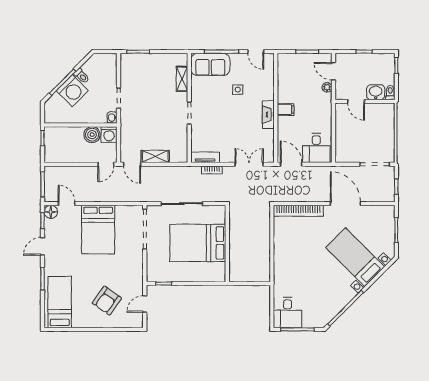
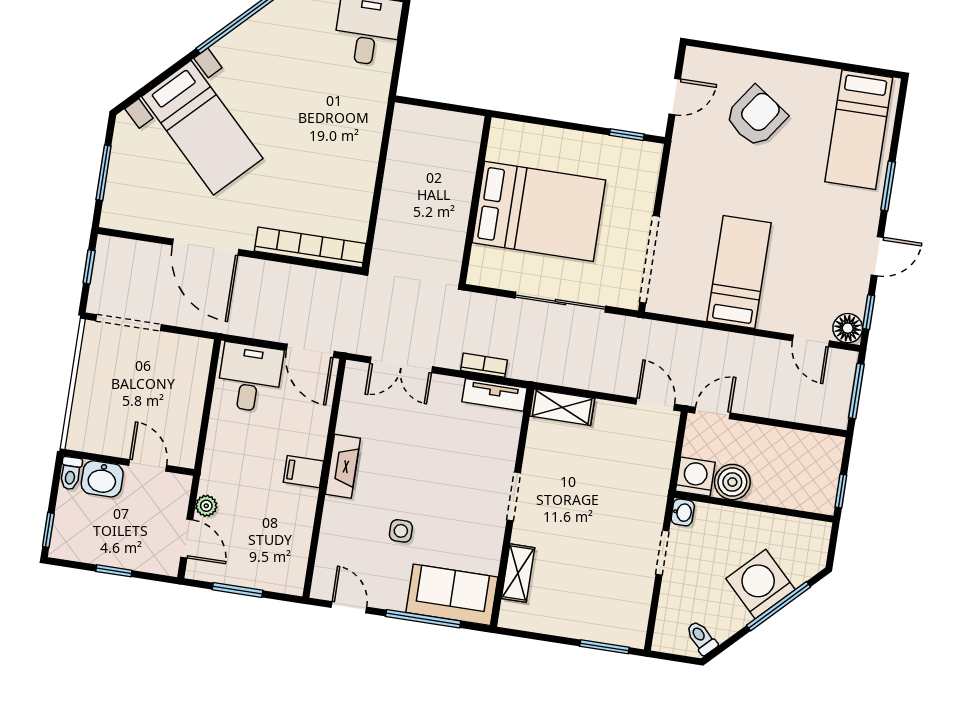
toilet: (82, 76) -> (701, 638), moved
shelving: (155, 156) -> (562, 407), moved
bed: (98, 230) -> (739, 272), width x0.67

